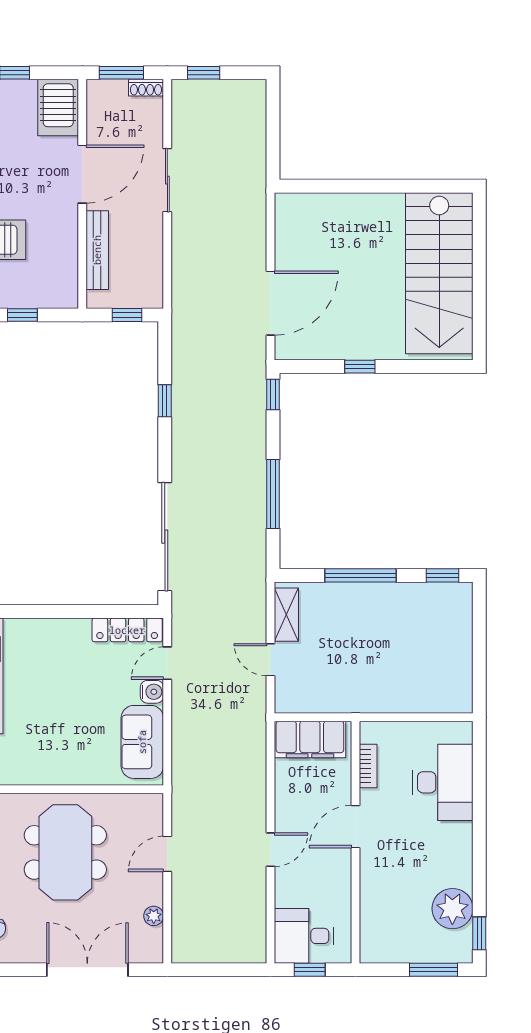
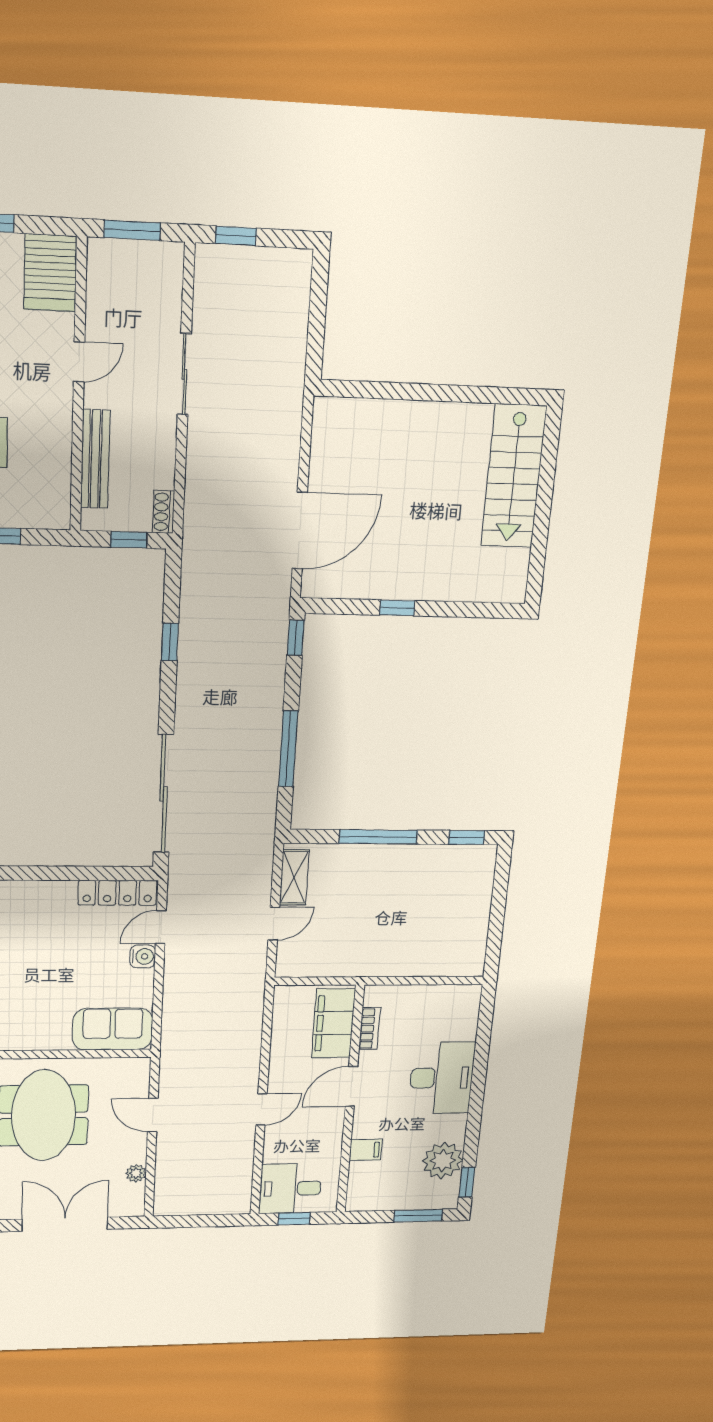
shoe rack: (146, 88) -> (164, 512), moved, turned 90
door: (82, 174) -> (79, 362), width x0.53
stairs: (439, 273) -> (514, 476), width x0.73, depth x0.66
door: (270, 660) -> (274, 924), swing flipped
filing cabinet: (310, 739) -> (333, 1023), moved, turned 90
sofa: (142, 742) -> (113, 1029), moved, turned 90
desk: (443, 782) -> (442, 1078), moved
door: (167, 854) -> (153, 1115), hinge flipped
filing cabinet: (375, 895) -> (366, 1150), added

